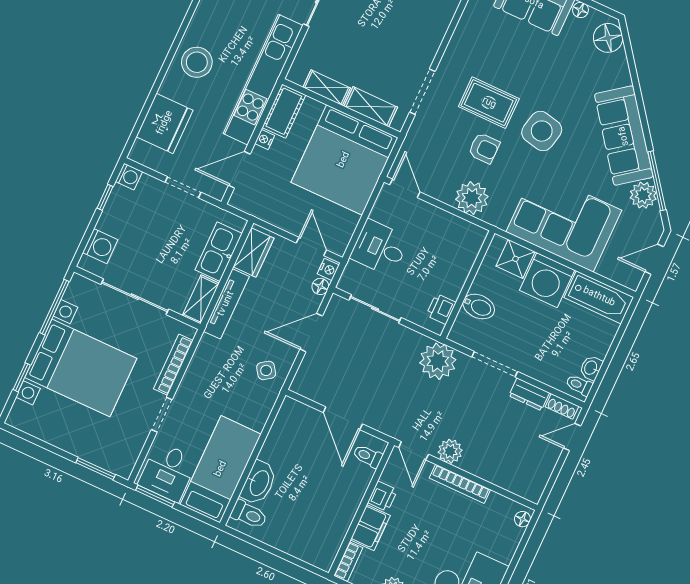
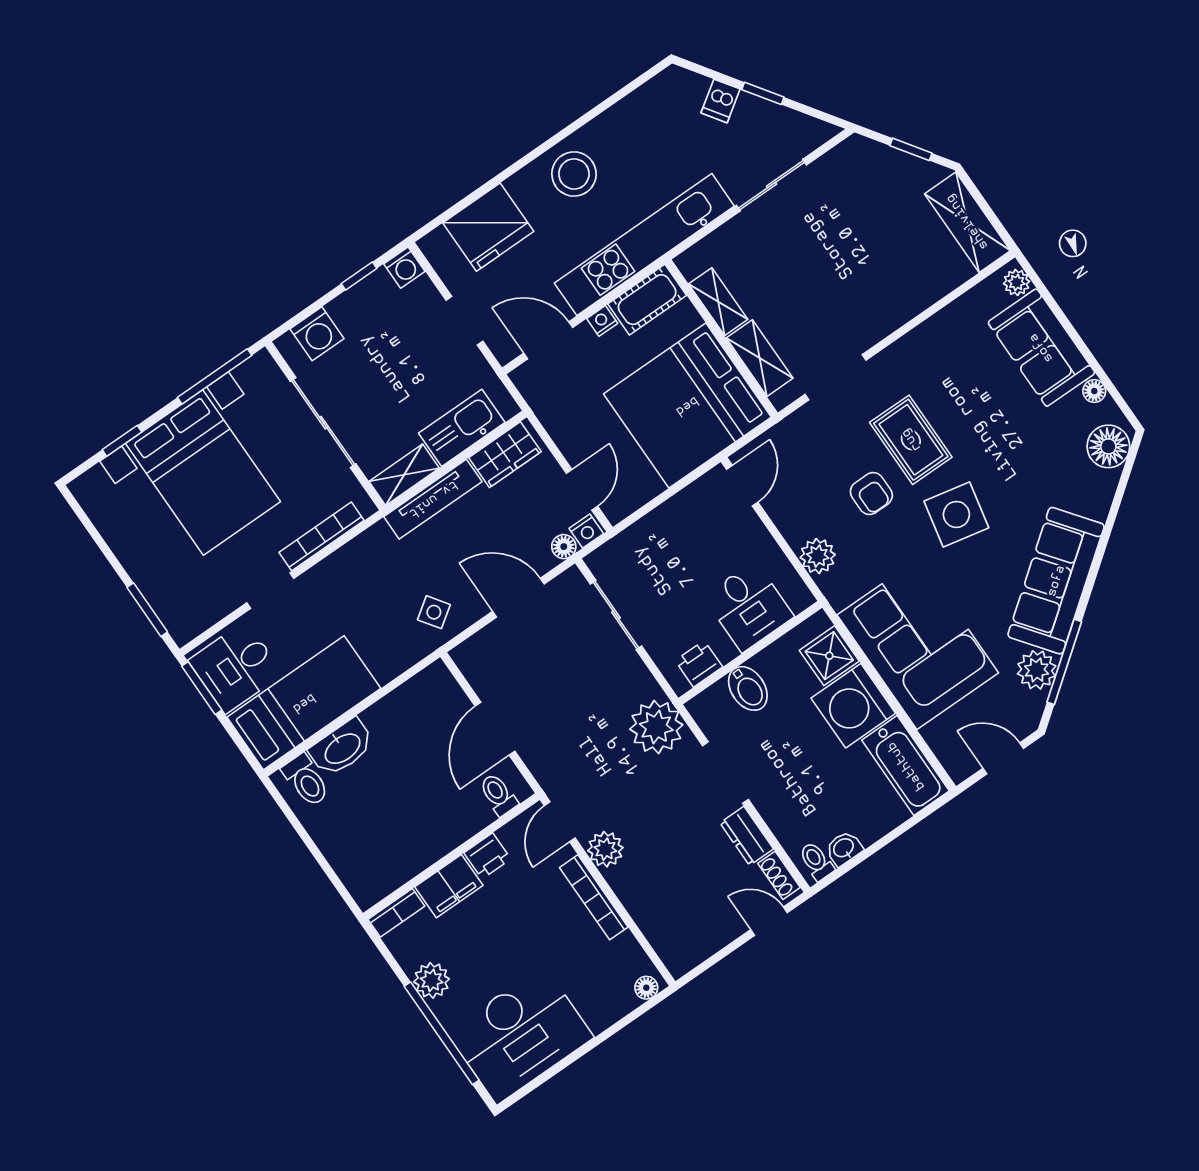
plant: (472, 198) -> (818, 556), width x0.73, depth x0.73
desk: (380, 248) -> (749, 607), moved, turned 180

